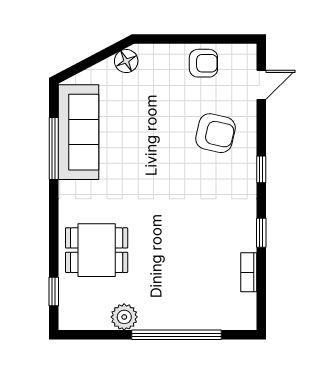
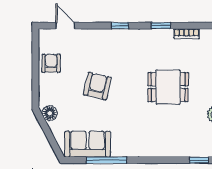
sofa: (78, 132) -> (88, 144), width x0.73
armchair: (215, 133) -> (97, 86), moved
dining table: (97, 250) -> (168, 87), moved, turned 90

